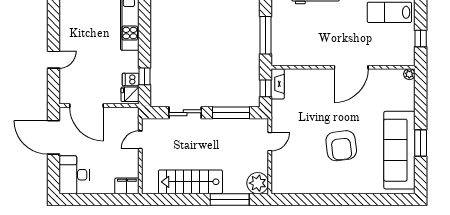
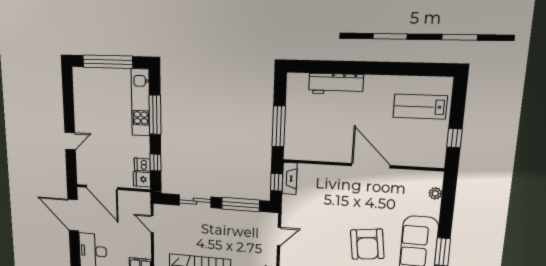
window: (145, 30) -> (155, 115), added
door: (351, 67) -> (371, 166), swing flipped
plant: (409, 74) -> (435, 193), moved
door: (140, 140) -> (152, 224), hinge flipped
armchair: (341, 146) -> (367, 244), moved

